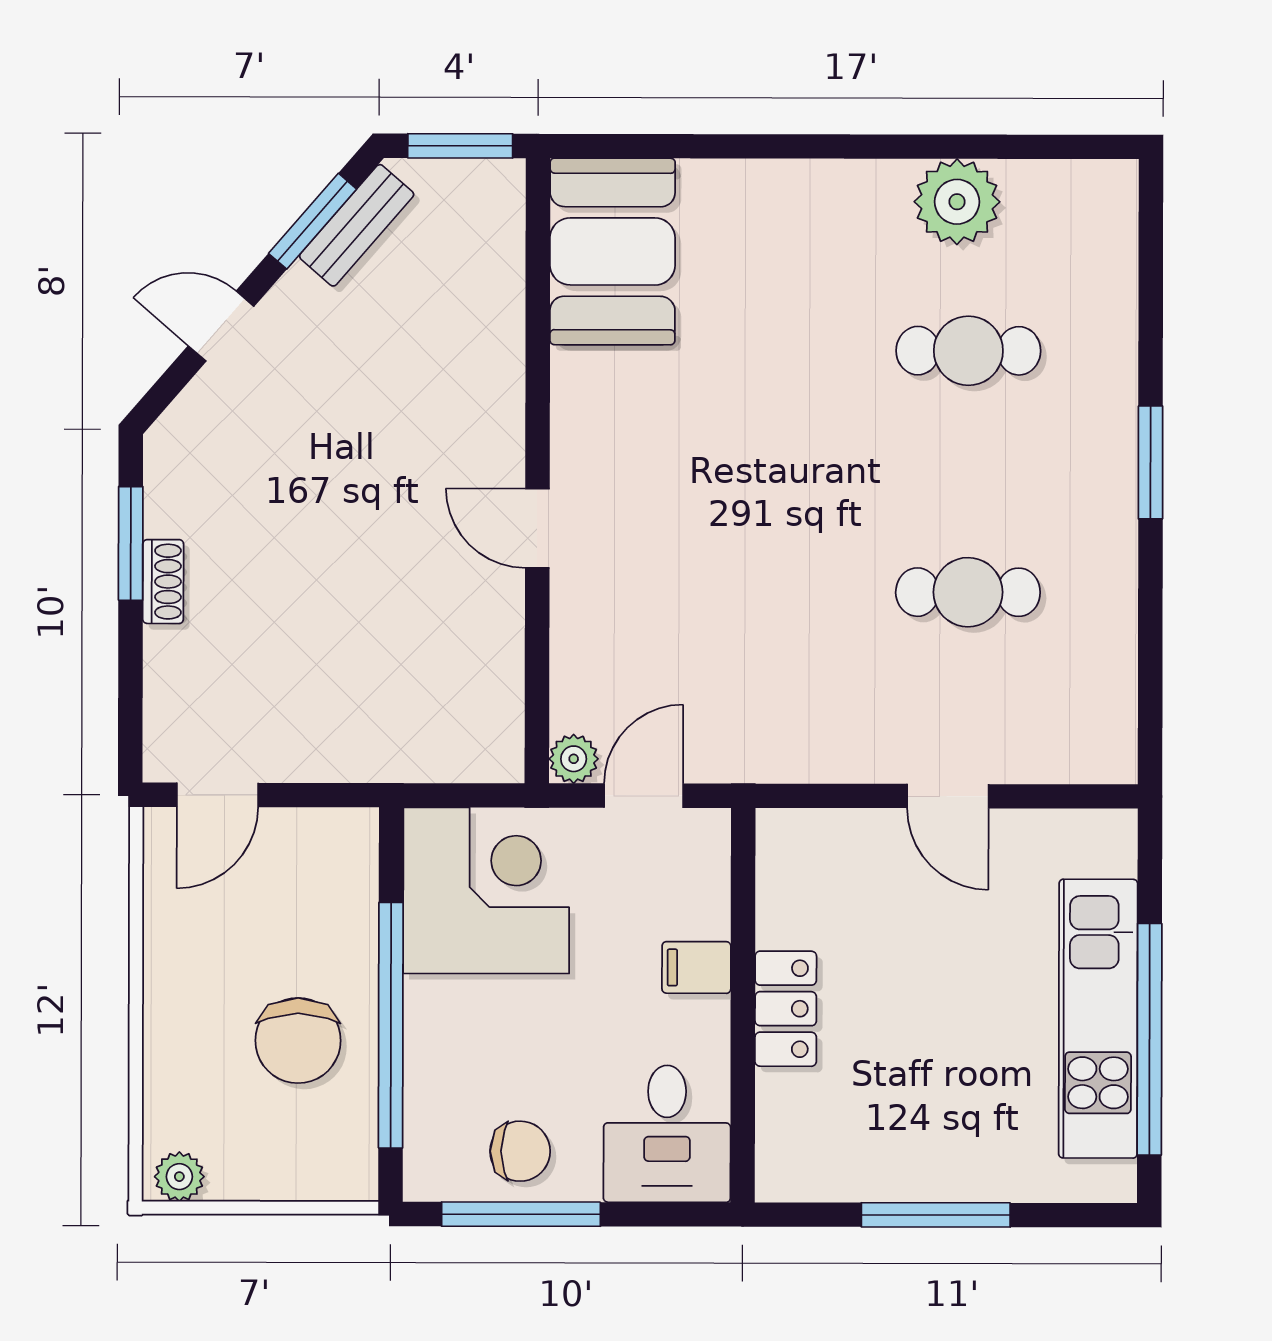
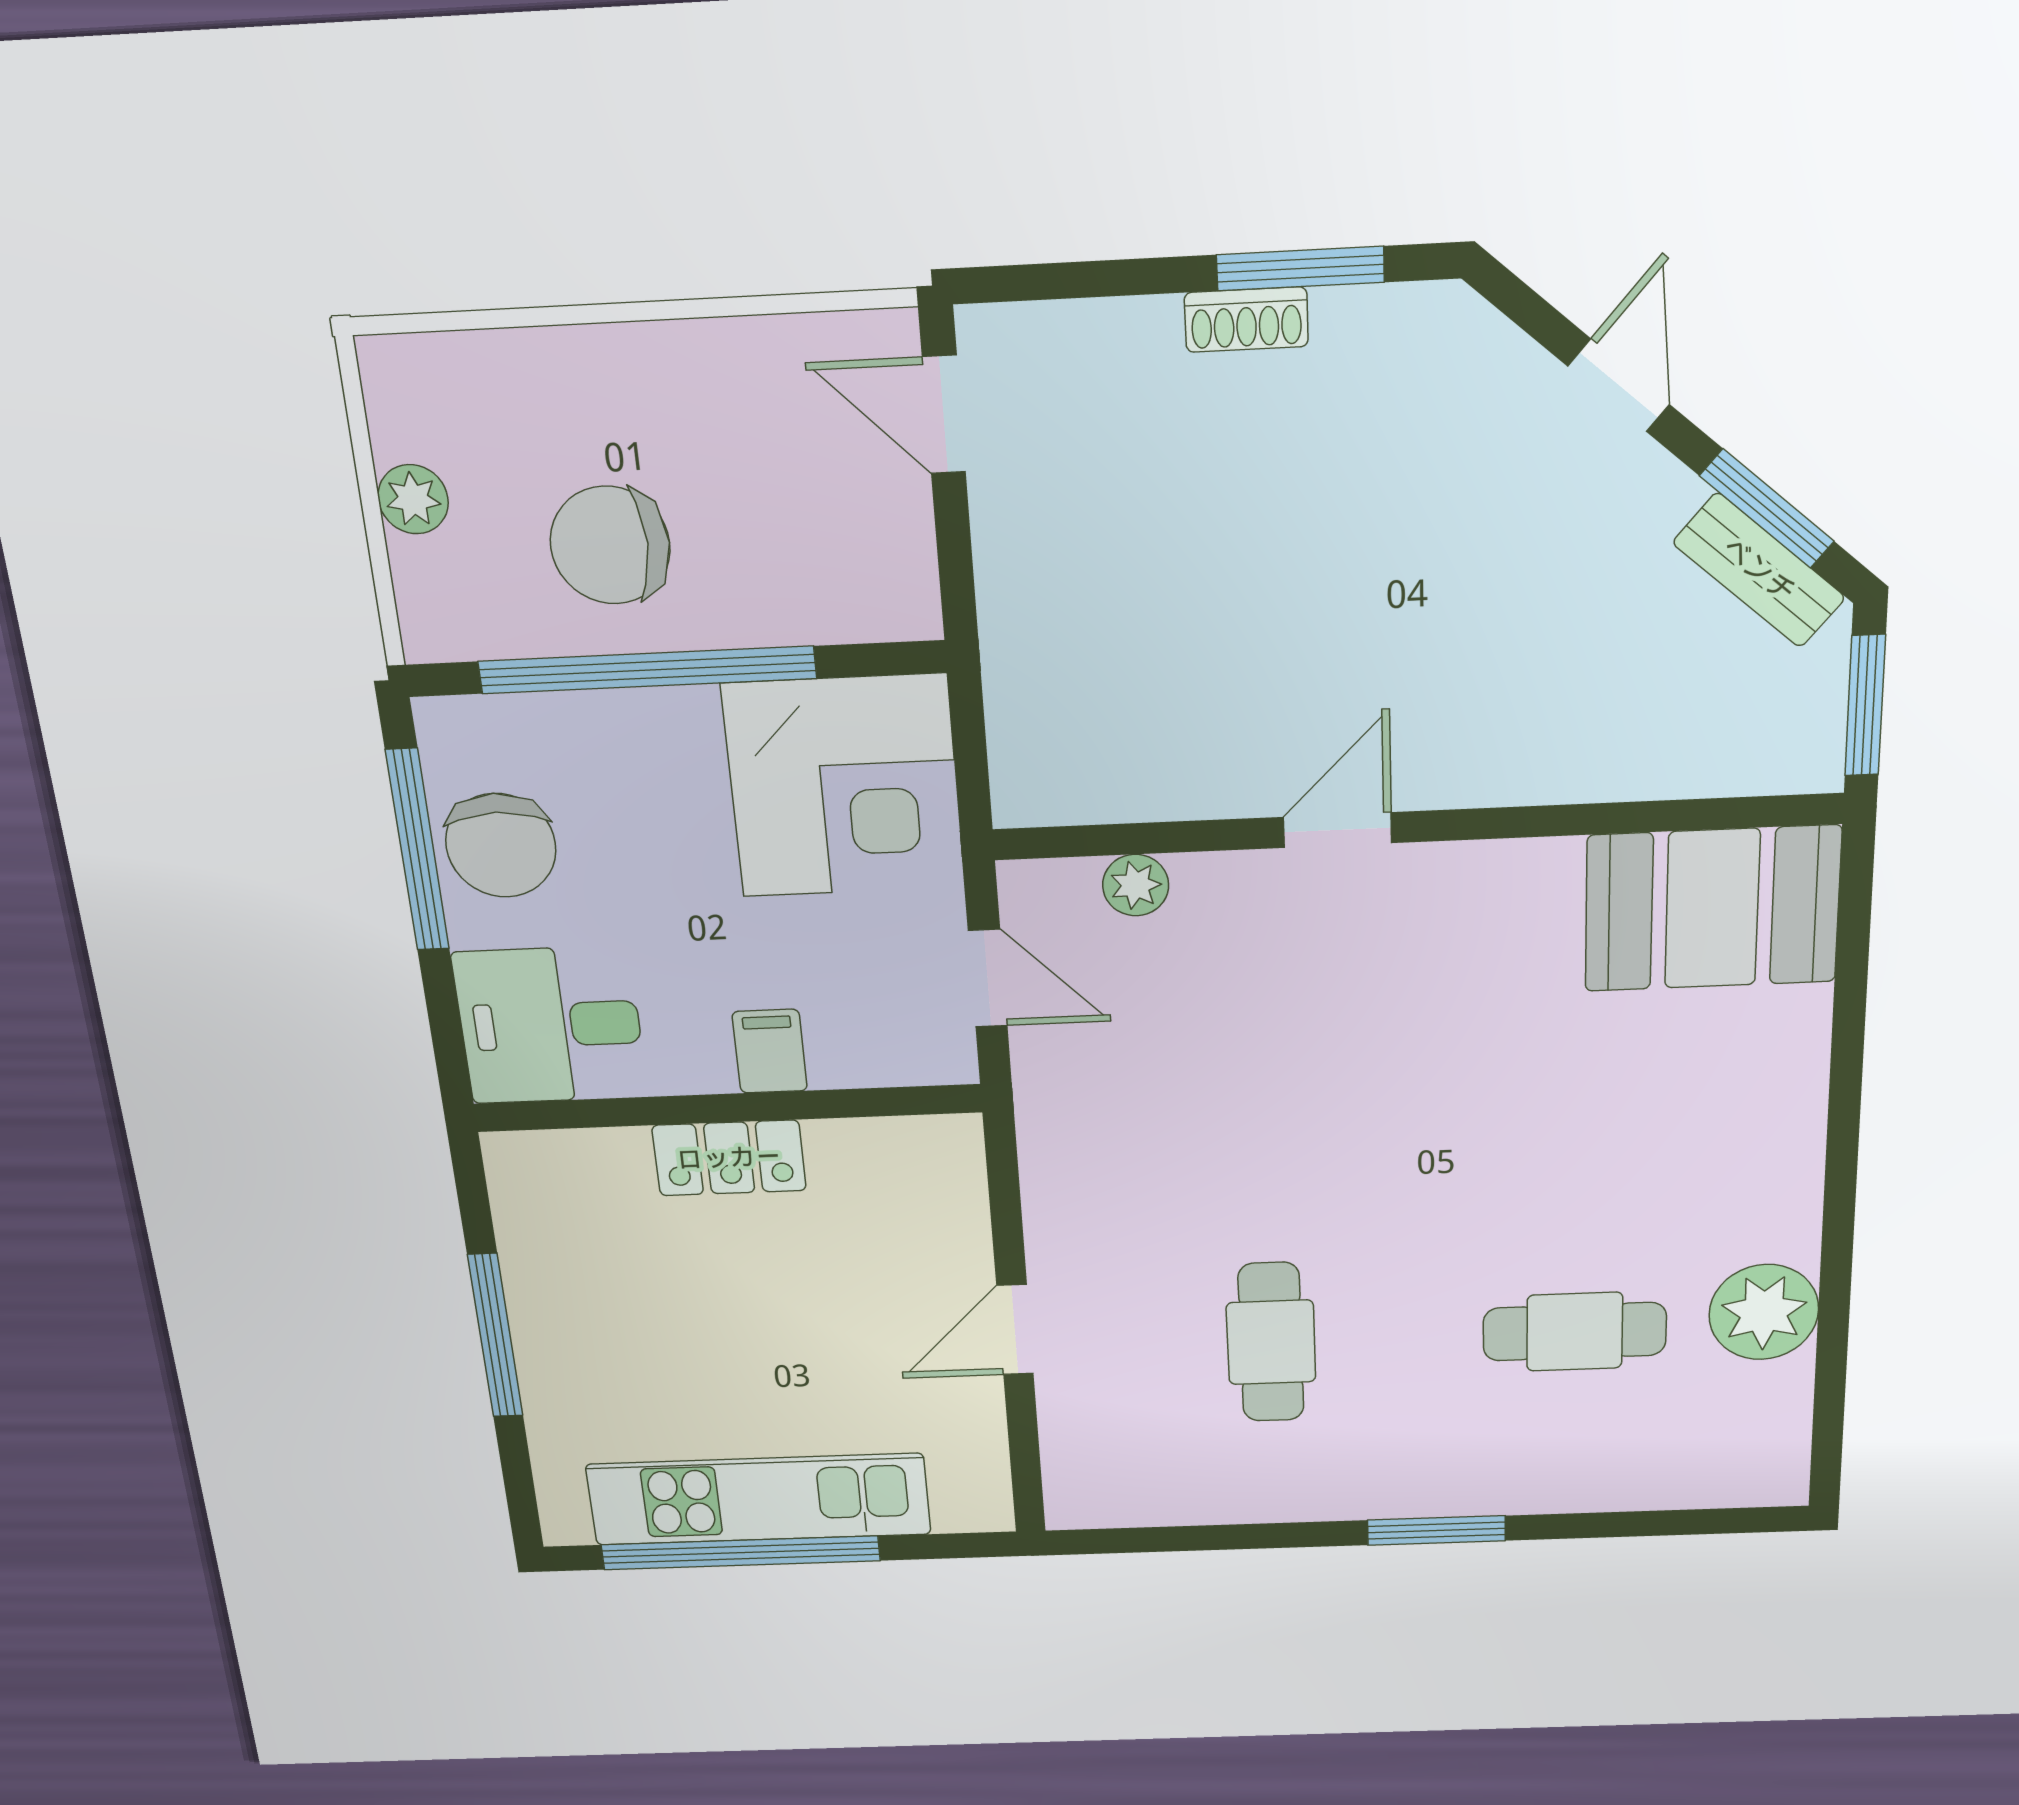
cafe table: (968, 351) -> (1575, 1332), turned 90
plant: (574, 759) -> (1136, 885), moved
chair: (520, 1151) -> (501, 845), width x1.37, depth x1.37
plant: (179, 1177) -> (413, 499), moved

